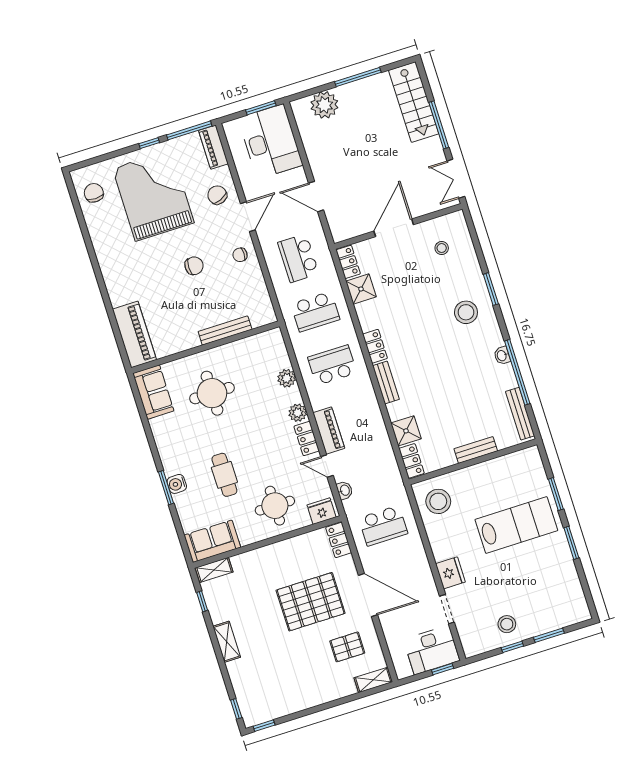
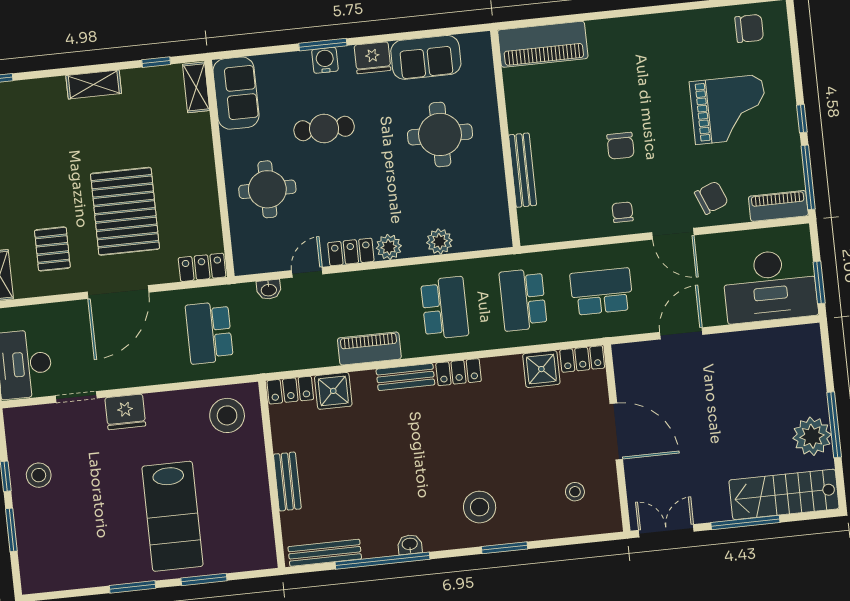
plant: (324, 105) -> (812, 436), moved
grand piano: (153, 195) -> (729, 110), width x0.73, depth x0.68
sofa: (153, 392) -> (426, 57), moved
piano: (329, 431) -> (369, 349), moved, turned 180
fridge: (321, 511) -> (372, 58), moved, turned 90

